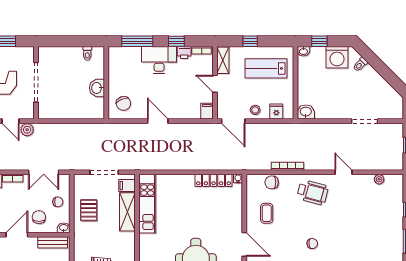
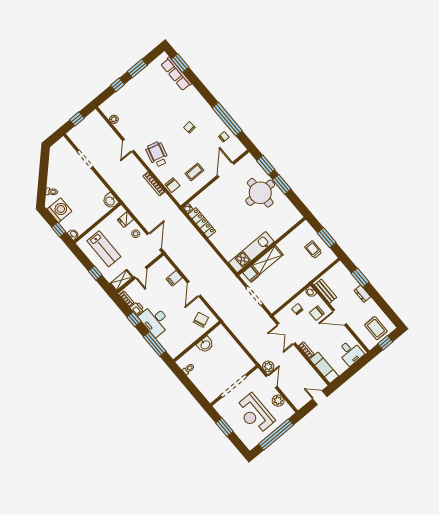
filing cabinet: (207, 111) -> (174, 278), moved
double door: (44, 172) -> (286, 334), swing flipped
pallet: (89, 210) -> (286, 285), removed

